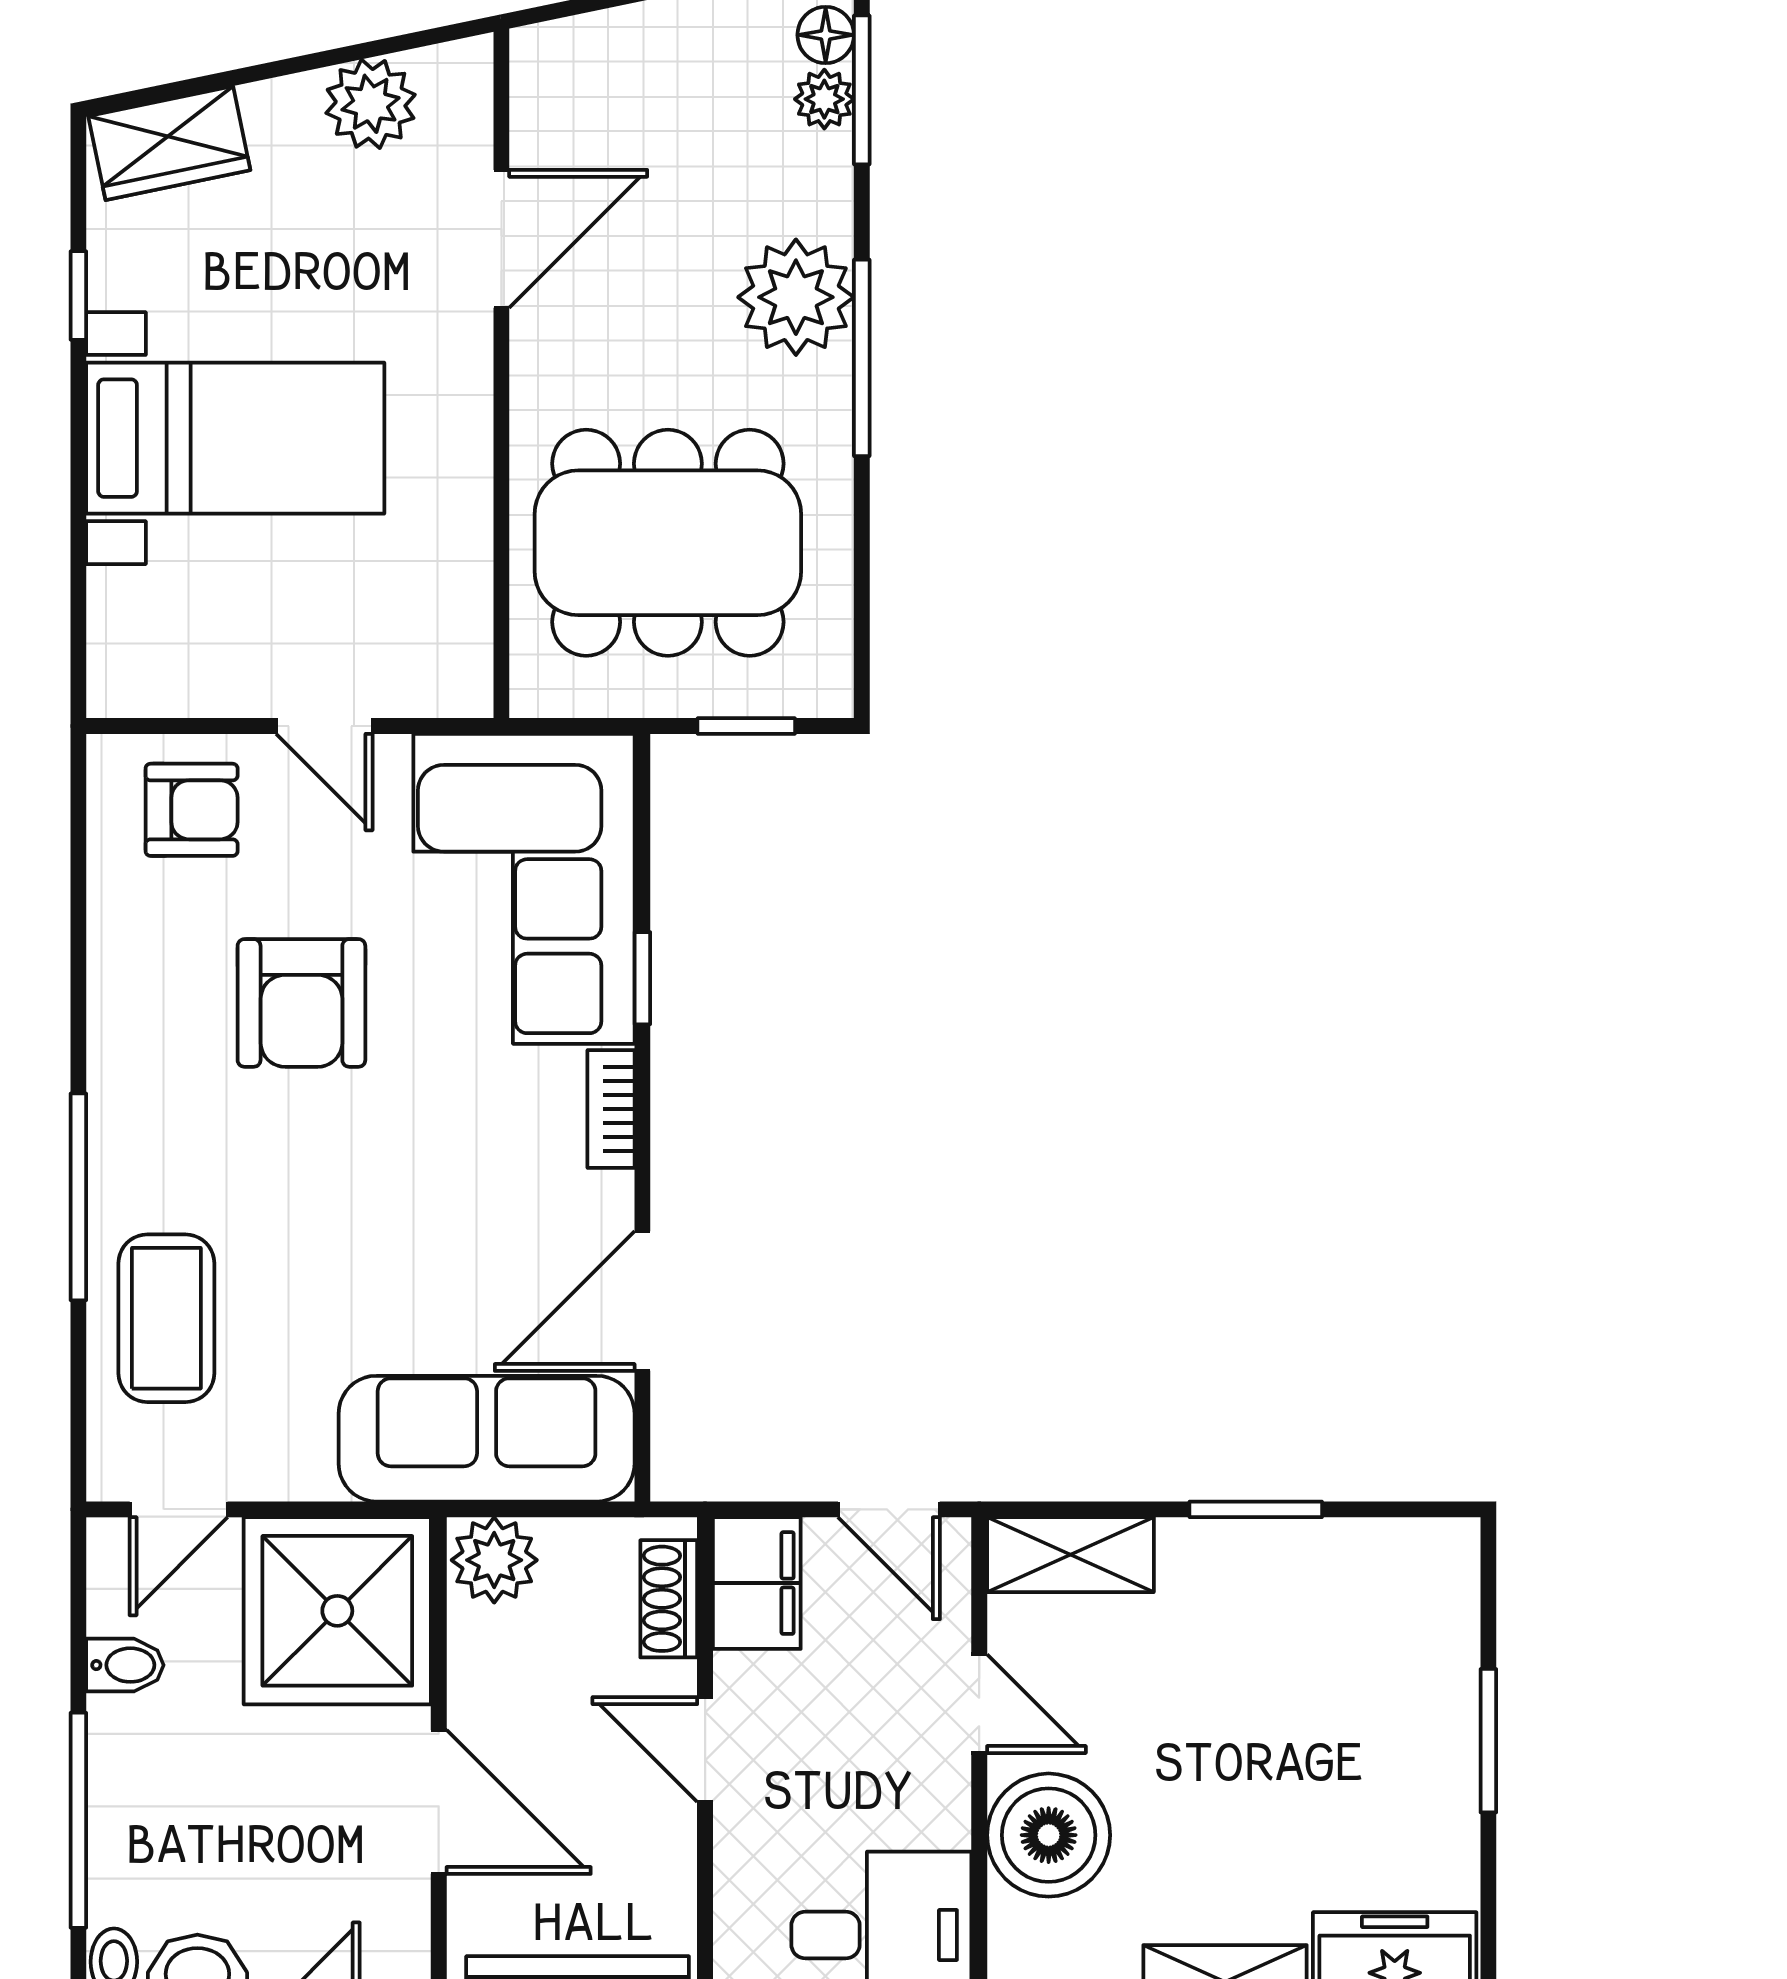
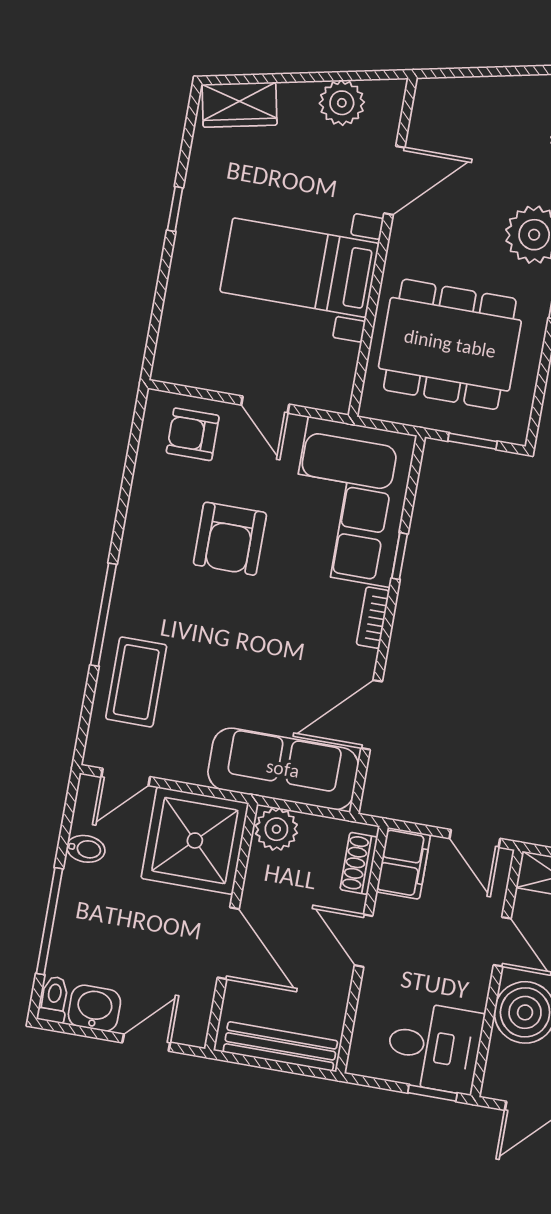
window: (78, 296) -> (175, 209), moved
bed with nightstands: (235, 438) -> (300, 268), moved, turned 180
armchair: (192, 810) -> (193, 434), turned 180

